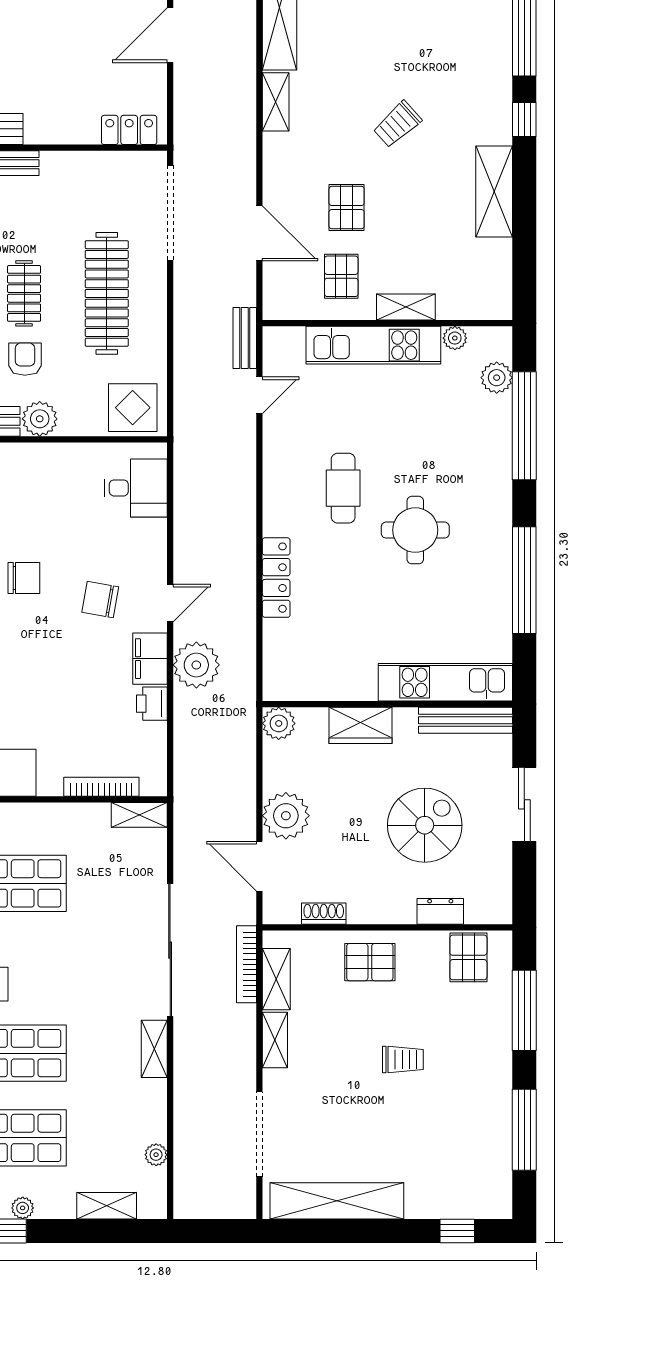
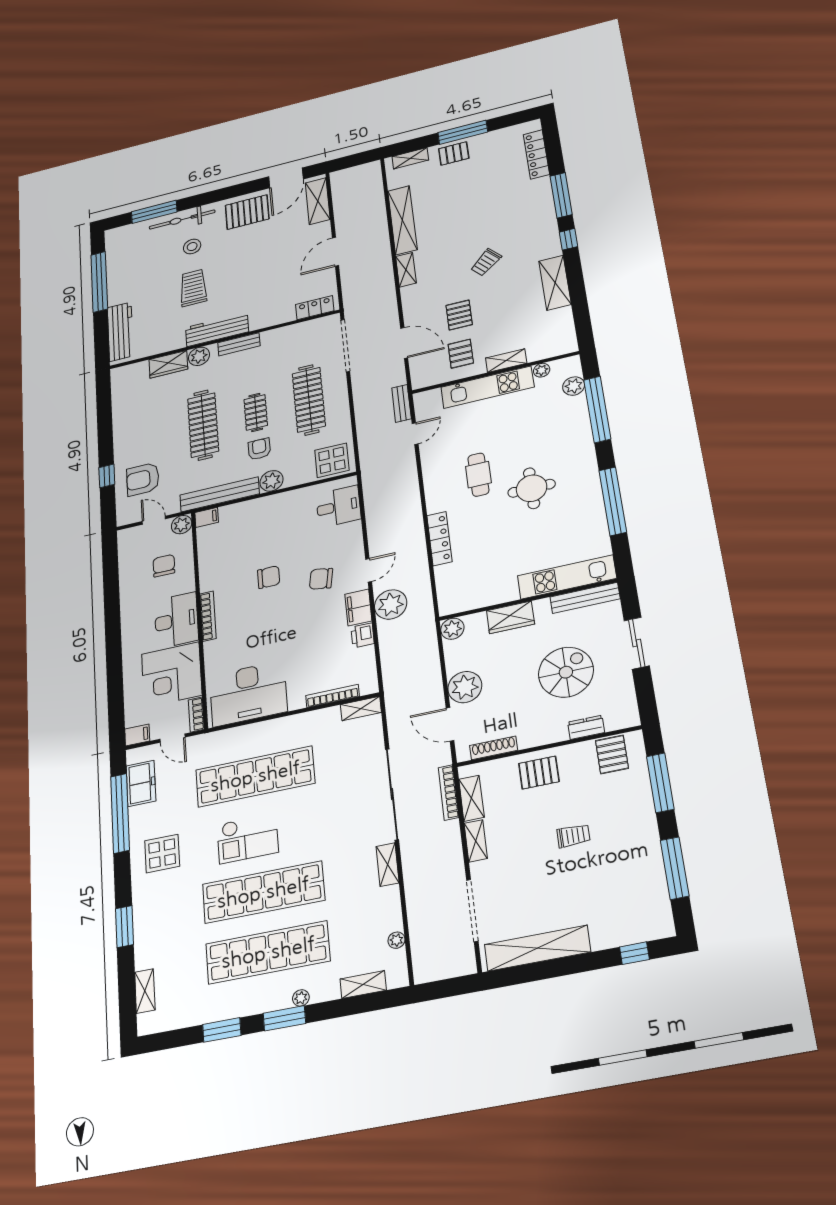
shoe rack: (324, 914) -> (494, 748), width x1.43

